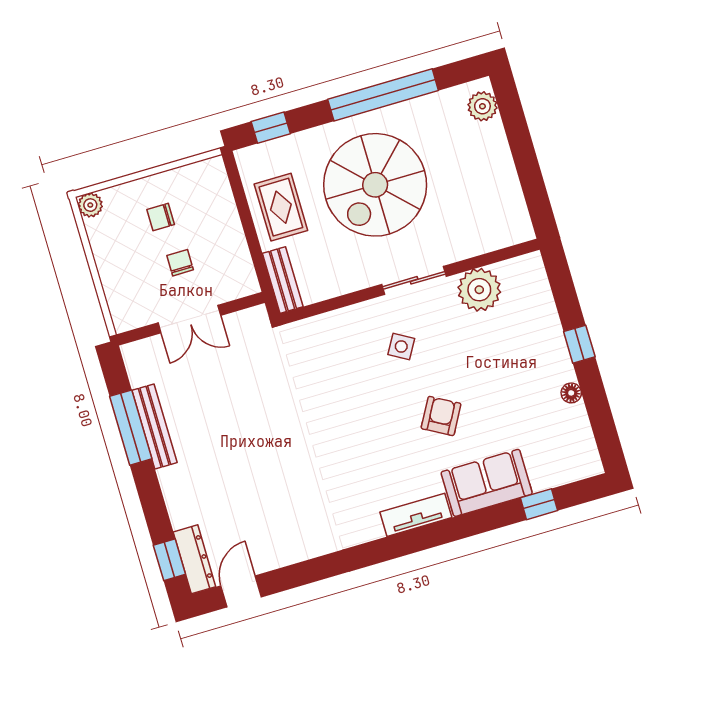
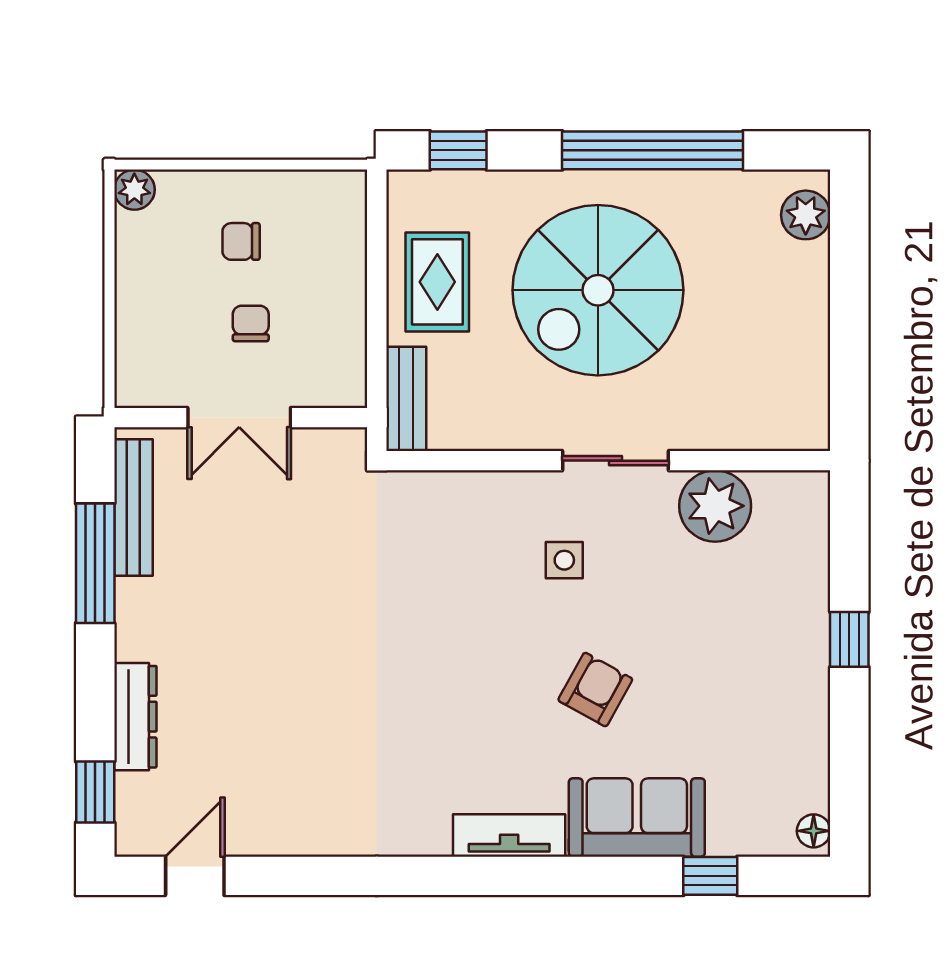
side table: (401, 346) -> (564, 560), turned -30
floor lamp: (571, 393) -> (814, 831), moved
bench: (154, 426) -> (133, 508), moved
dresser: (194, 559) -> (135, 717), moved

